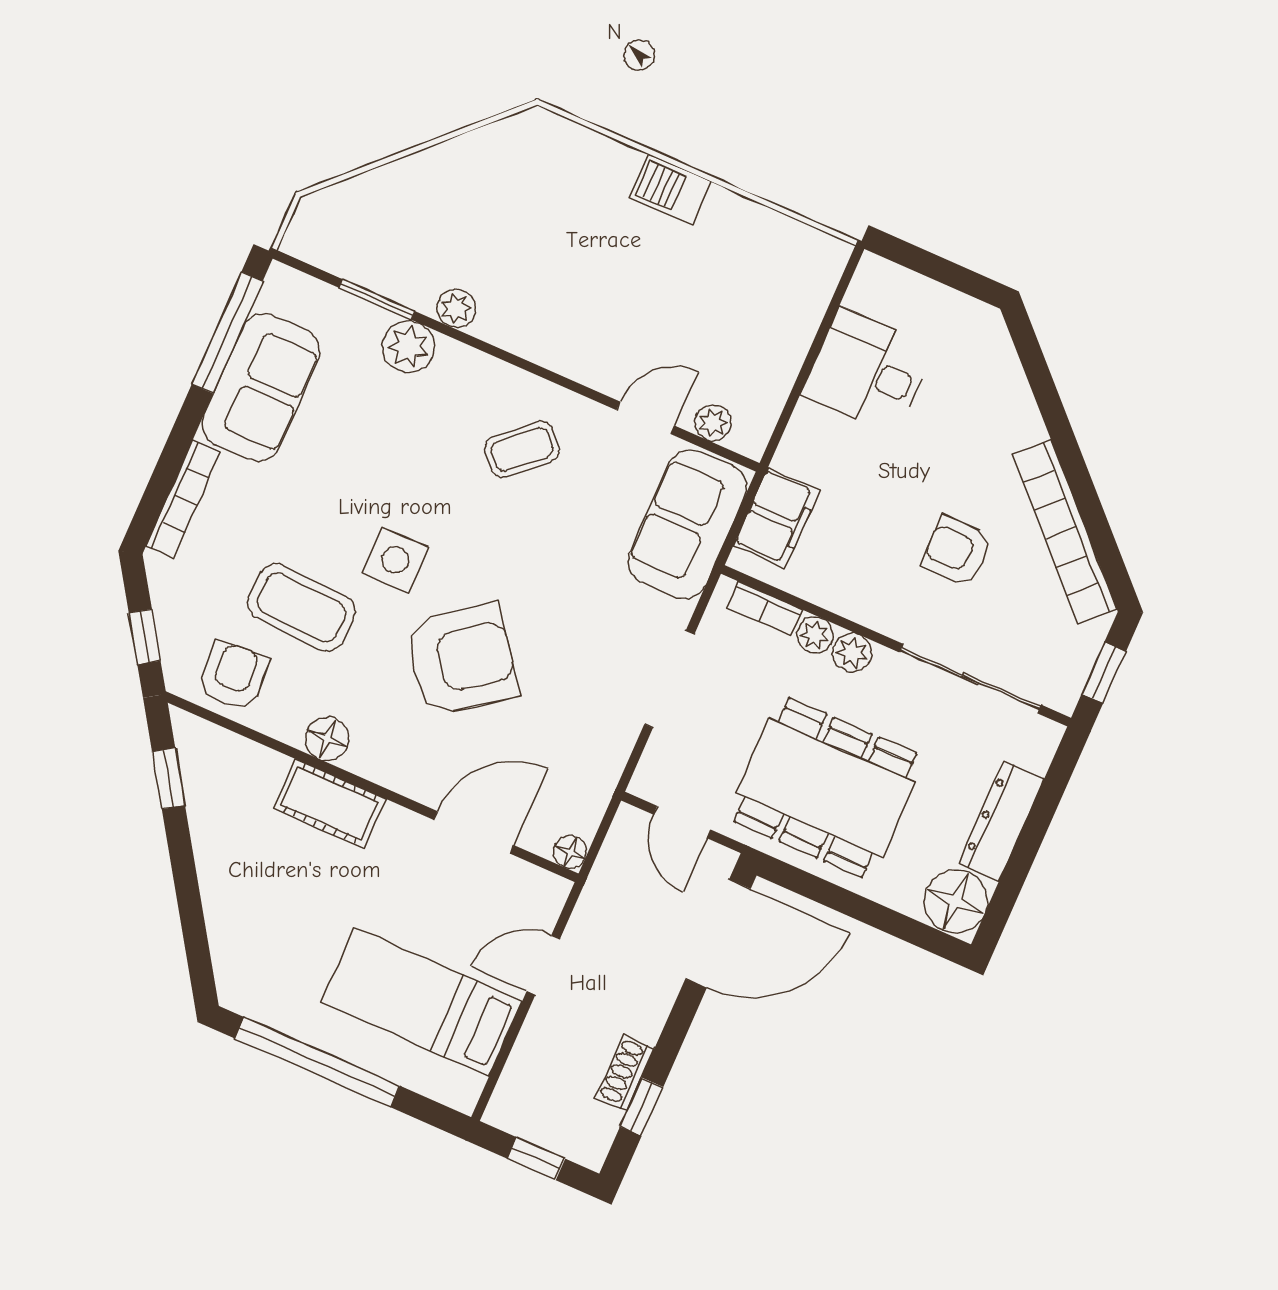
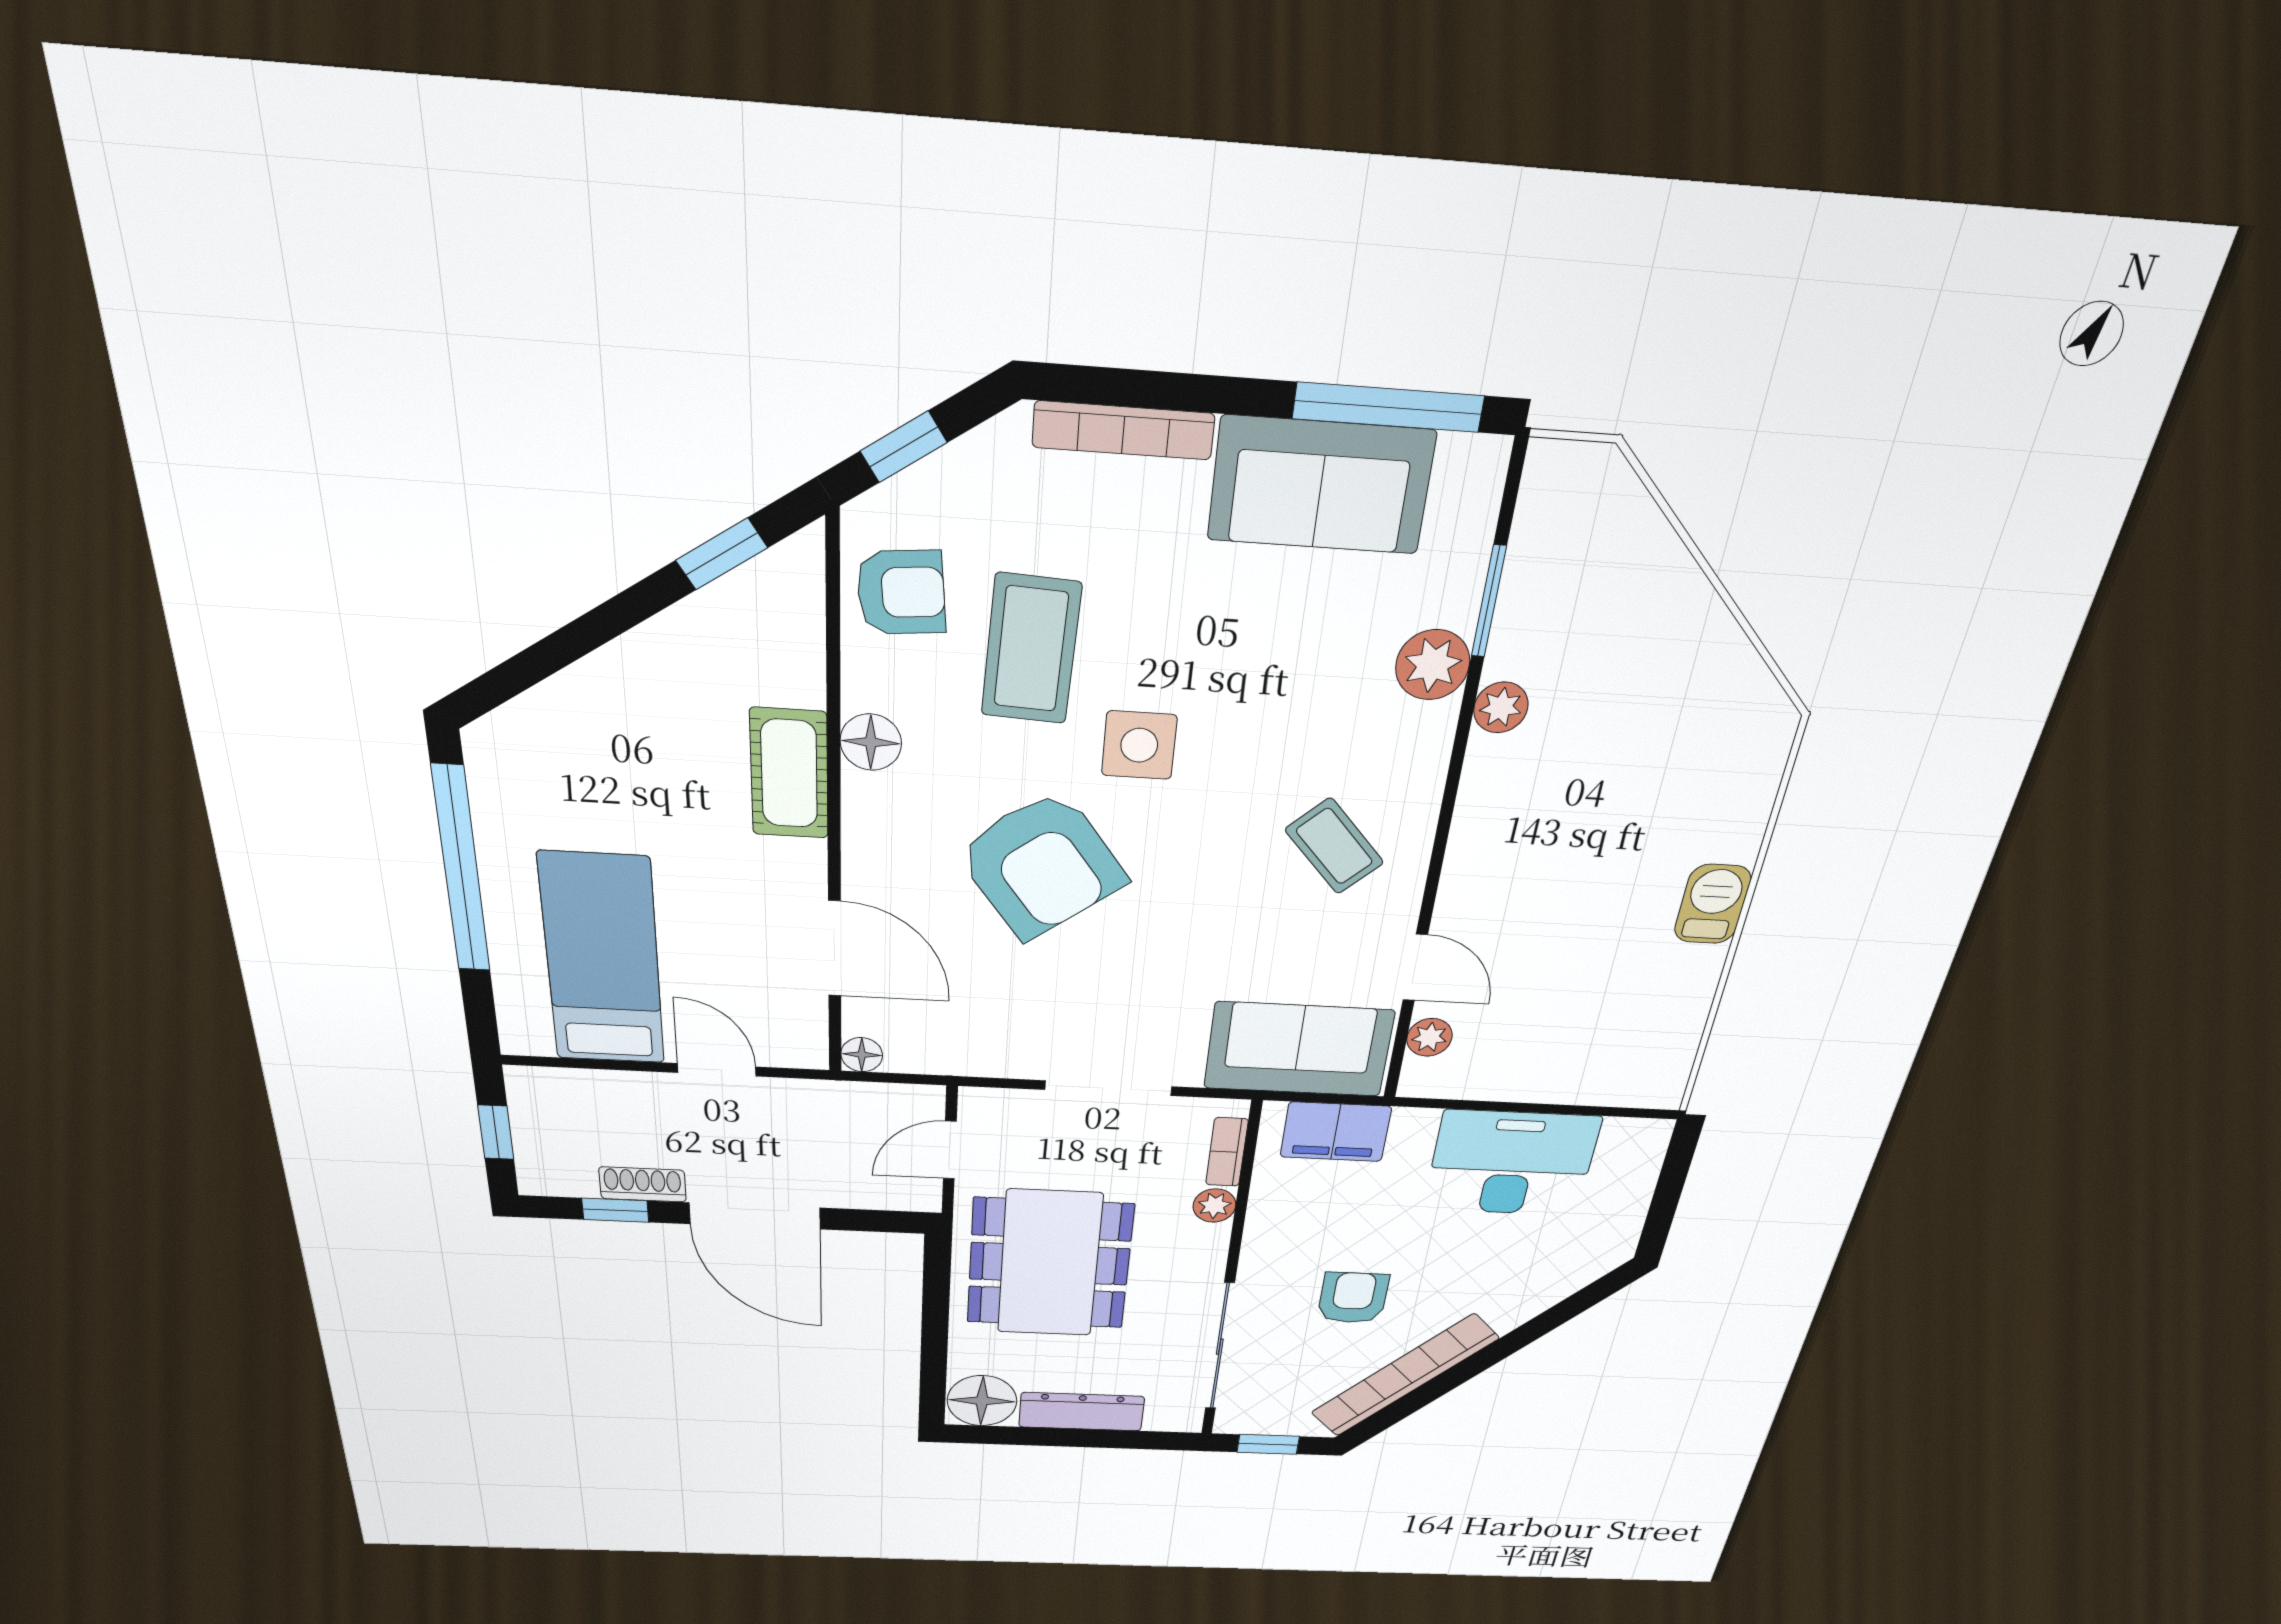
desk: (868, 371) -> (1511, 1163), width x1.37
plant: (852, 653) -> (1207, 1243), removed
door: (718, 934) -> (755, 1216), moved

